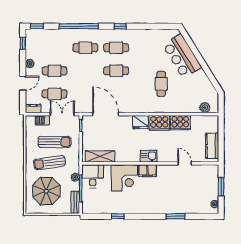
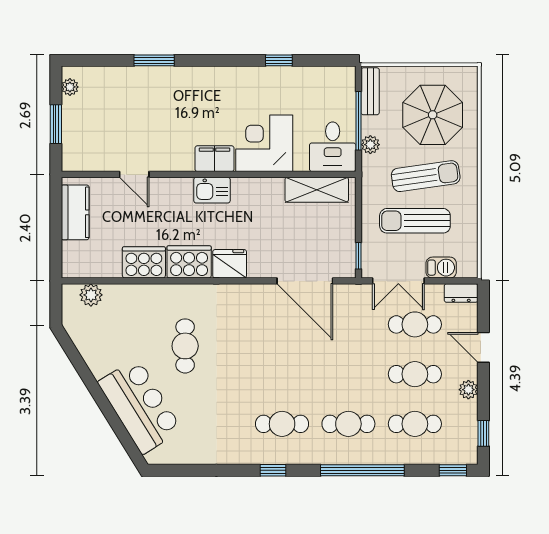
cafe table: (116, 71) -> (415, 424), moved
door: (23, 83) -> (483, 347), hinge flipped

